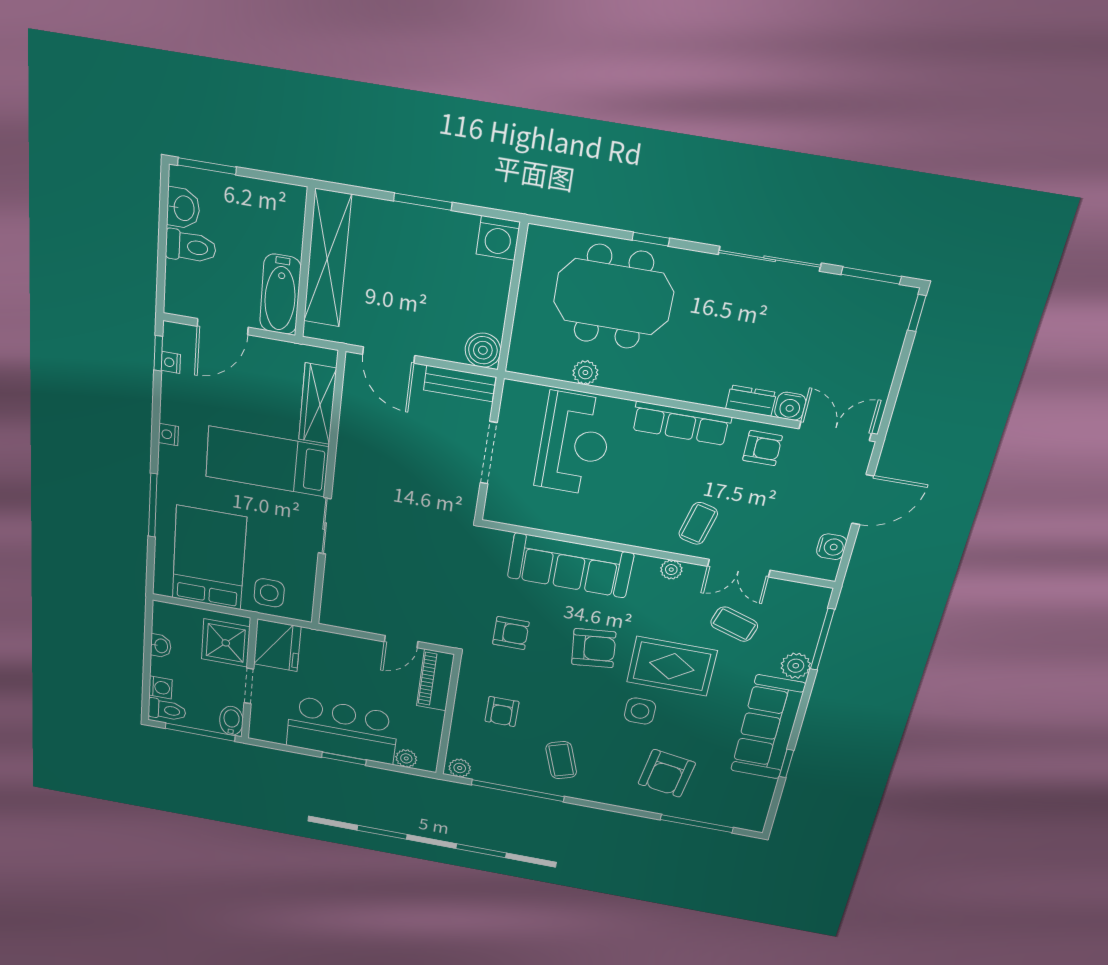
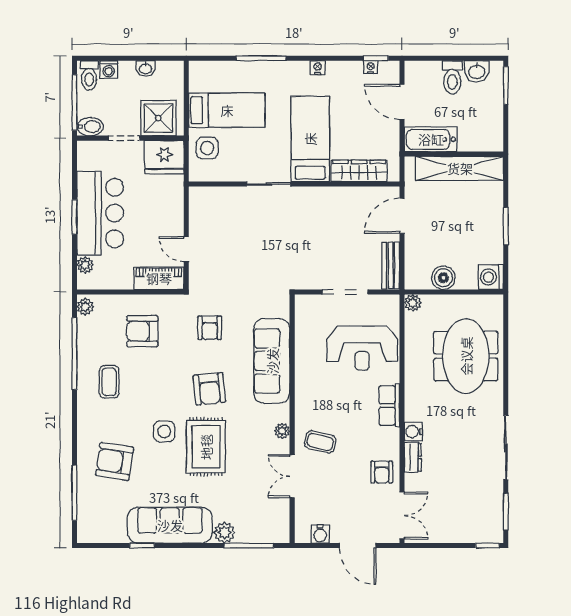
window: (651, 239) -> (506, 372), removed
boiler: (483, 350) -> (443, 278), moved
plant: (585, 373) -> (413, 303), moved
water cooler: (790, 406) -> (413, 432), moved
row of seats: (681, 423) -> (389, 405), width x0.68
bed: (209, 558) -> (227, 110), width x0.67
coffee table: (734, 624) -> (249, 483), removed
armchair: (502, 712) -> (142, 331), width x1.38, depth x1.38
coffee table: (561, 760) -> (109, 382), turned -71

